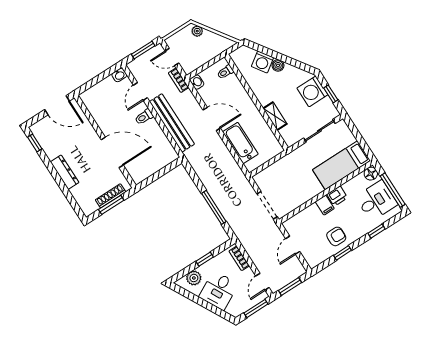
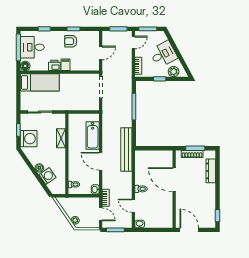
door: (140, 92) -> (133, 206), swing flipped
bench: (172, 123) -> (126, 149), moved
dresser: (65, 172) -> (211, 171), moved

